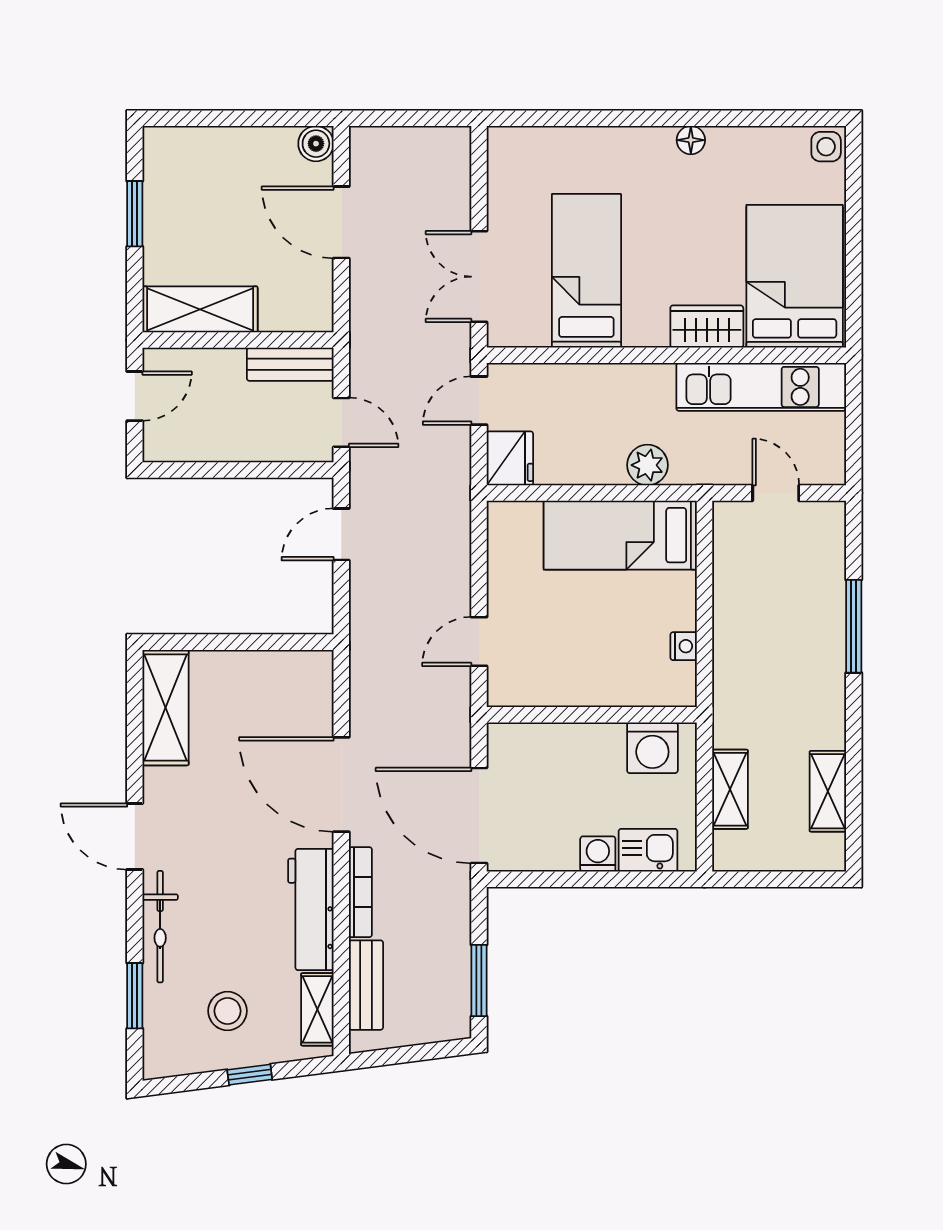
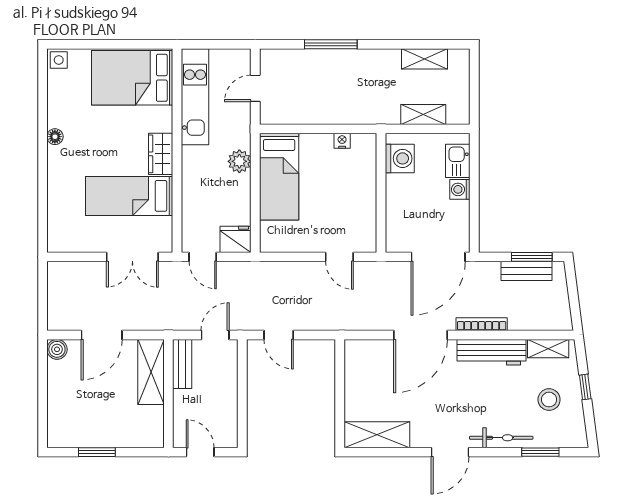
shelving: (200, 309) -> (151, 372), moved
wardrobe: (707, 327) -> (161, 154), moved
bench: (366, 985) -> (526, 271), moved

